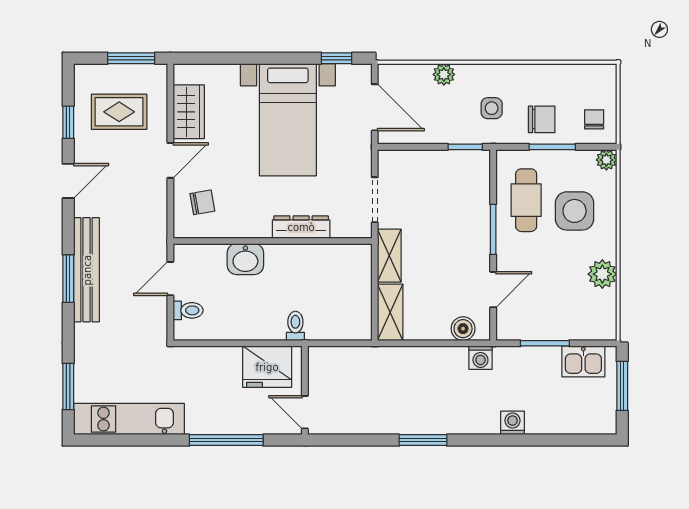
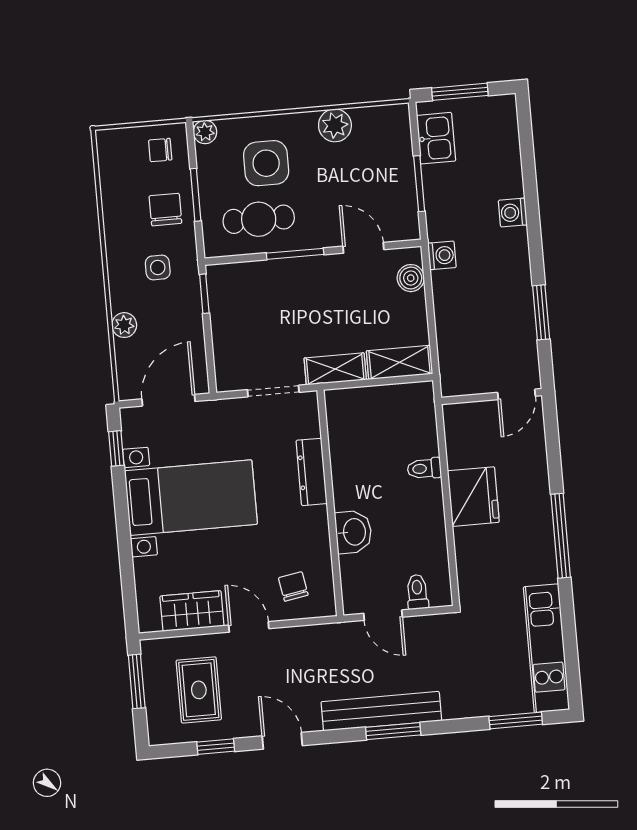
wall: (305, 390) -> (492, 397), moved
door: (305, 412) -> (517, 394), moved

